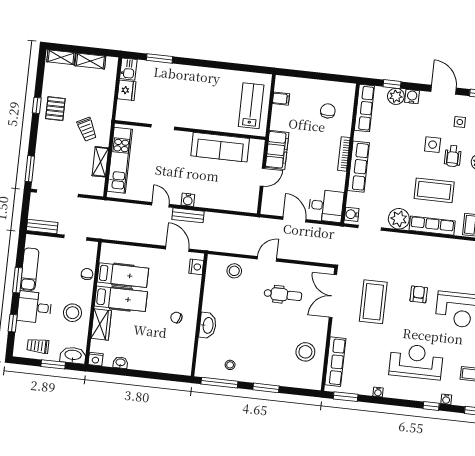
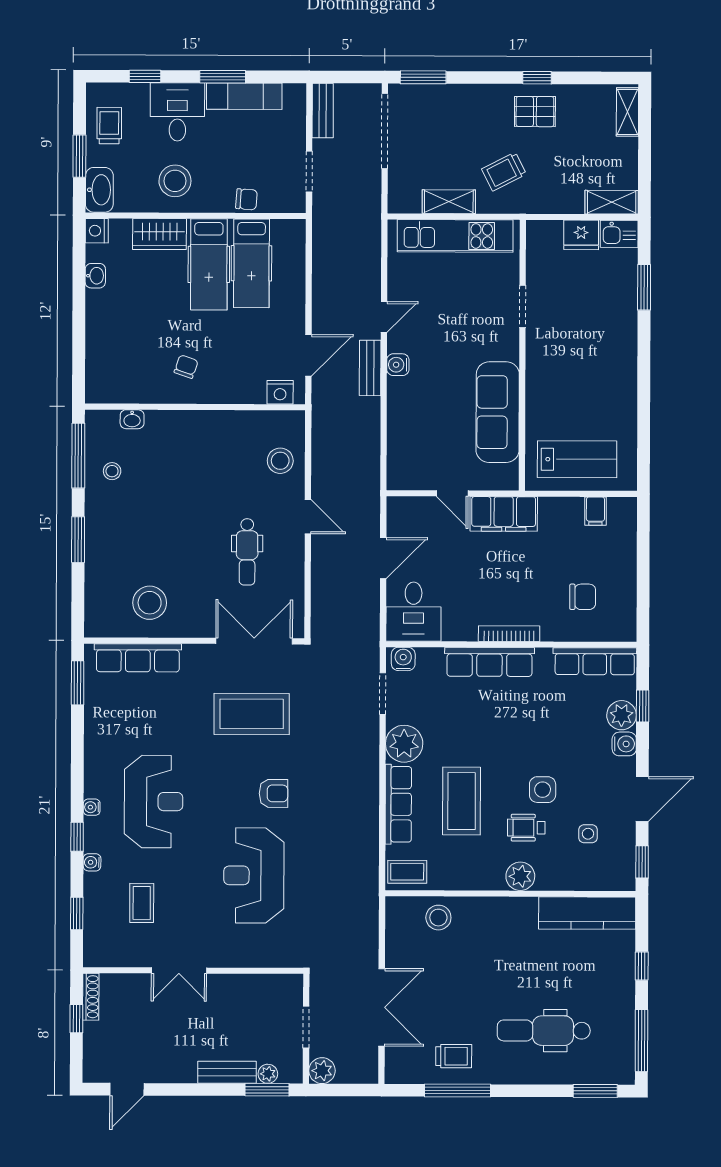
shelving: (90, 61) -> (612, 202), moved, turned 90
washbasin: (208, 325) -> (132, 419), moved, width x0.52, depth x0.69
water cooler: (378, 392) -> (92, 807), moved

